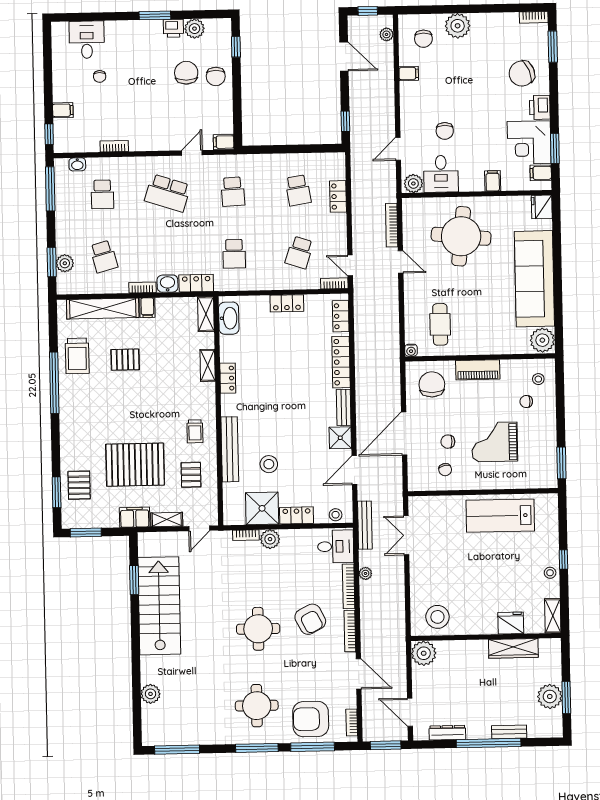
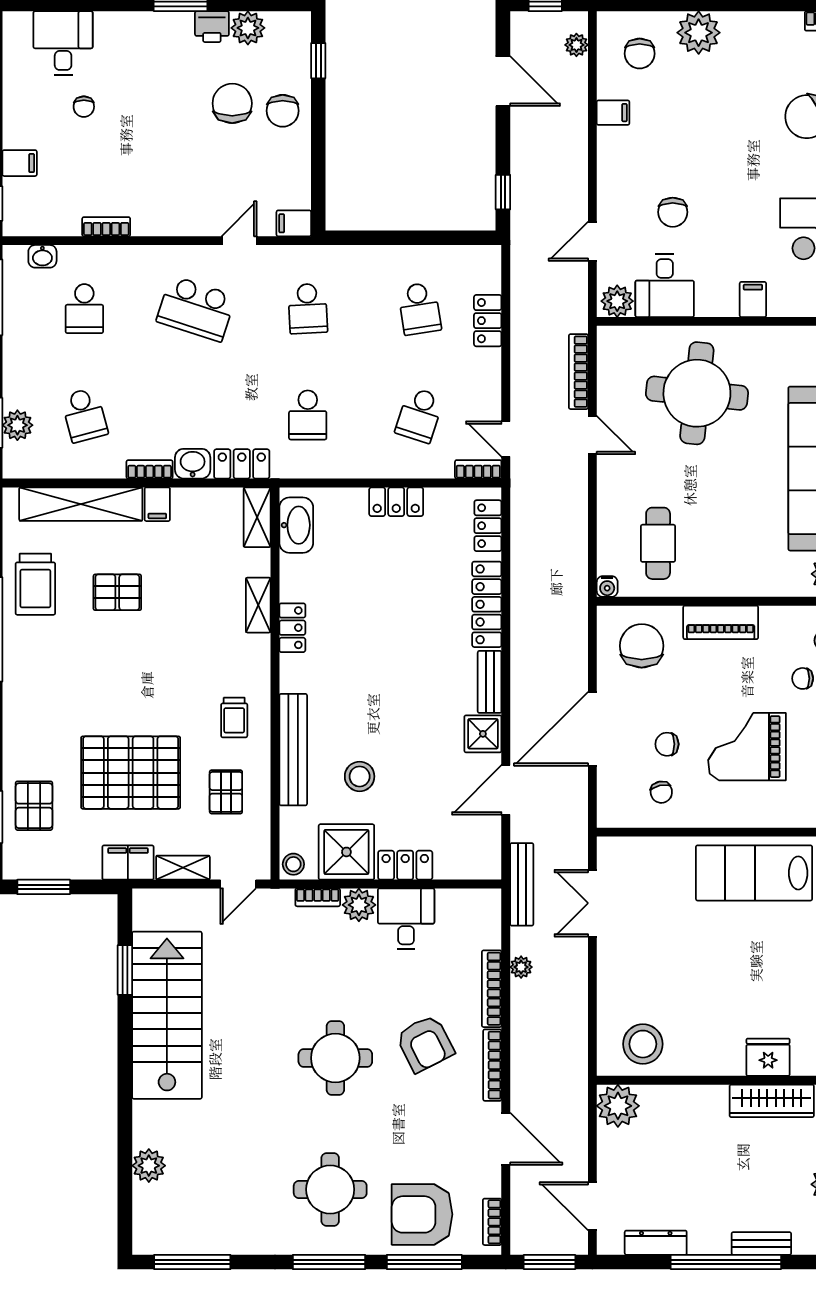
stool: (336, 515) -> (293, 864), moved
desk: (336, 546) -> (406, 919), moved, turned -90

